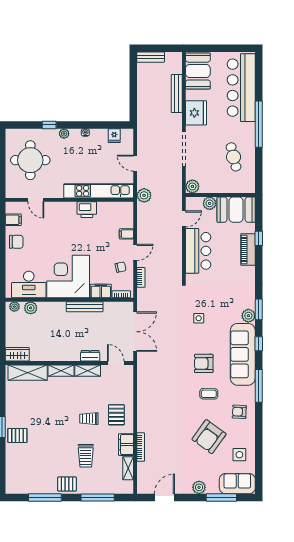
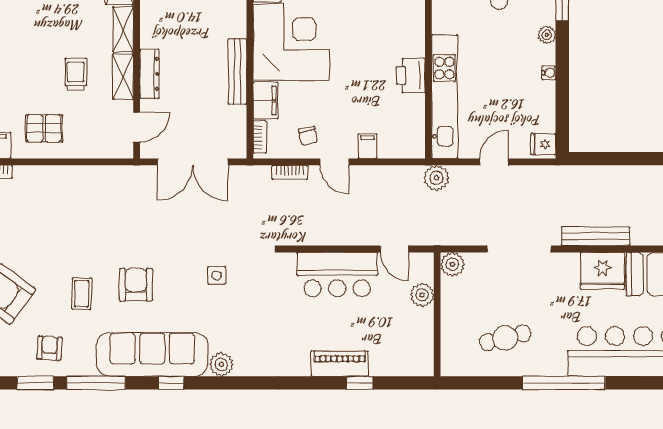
bench: (177, 94) -> (596, 236), moved
fridge: (196, 113) -> (602, 271), moved
fridge: (114, 136) -> (543, 144), moved
booth: (236, 210) -> (411, 342), removed
window: (259, 309) -> (35, 383), moved
dresser: (90, 356) -> (149, 74), width x1.44
trolley: (89, 419) -> (76, 74), moved

